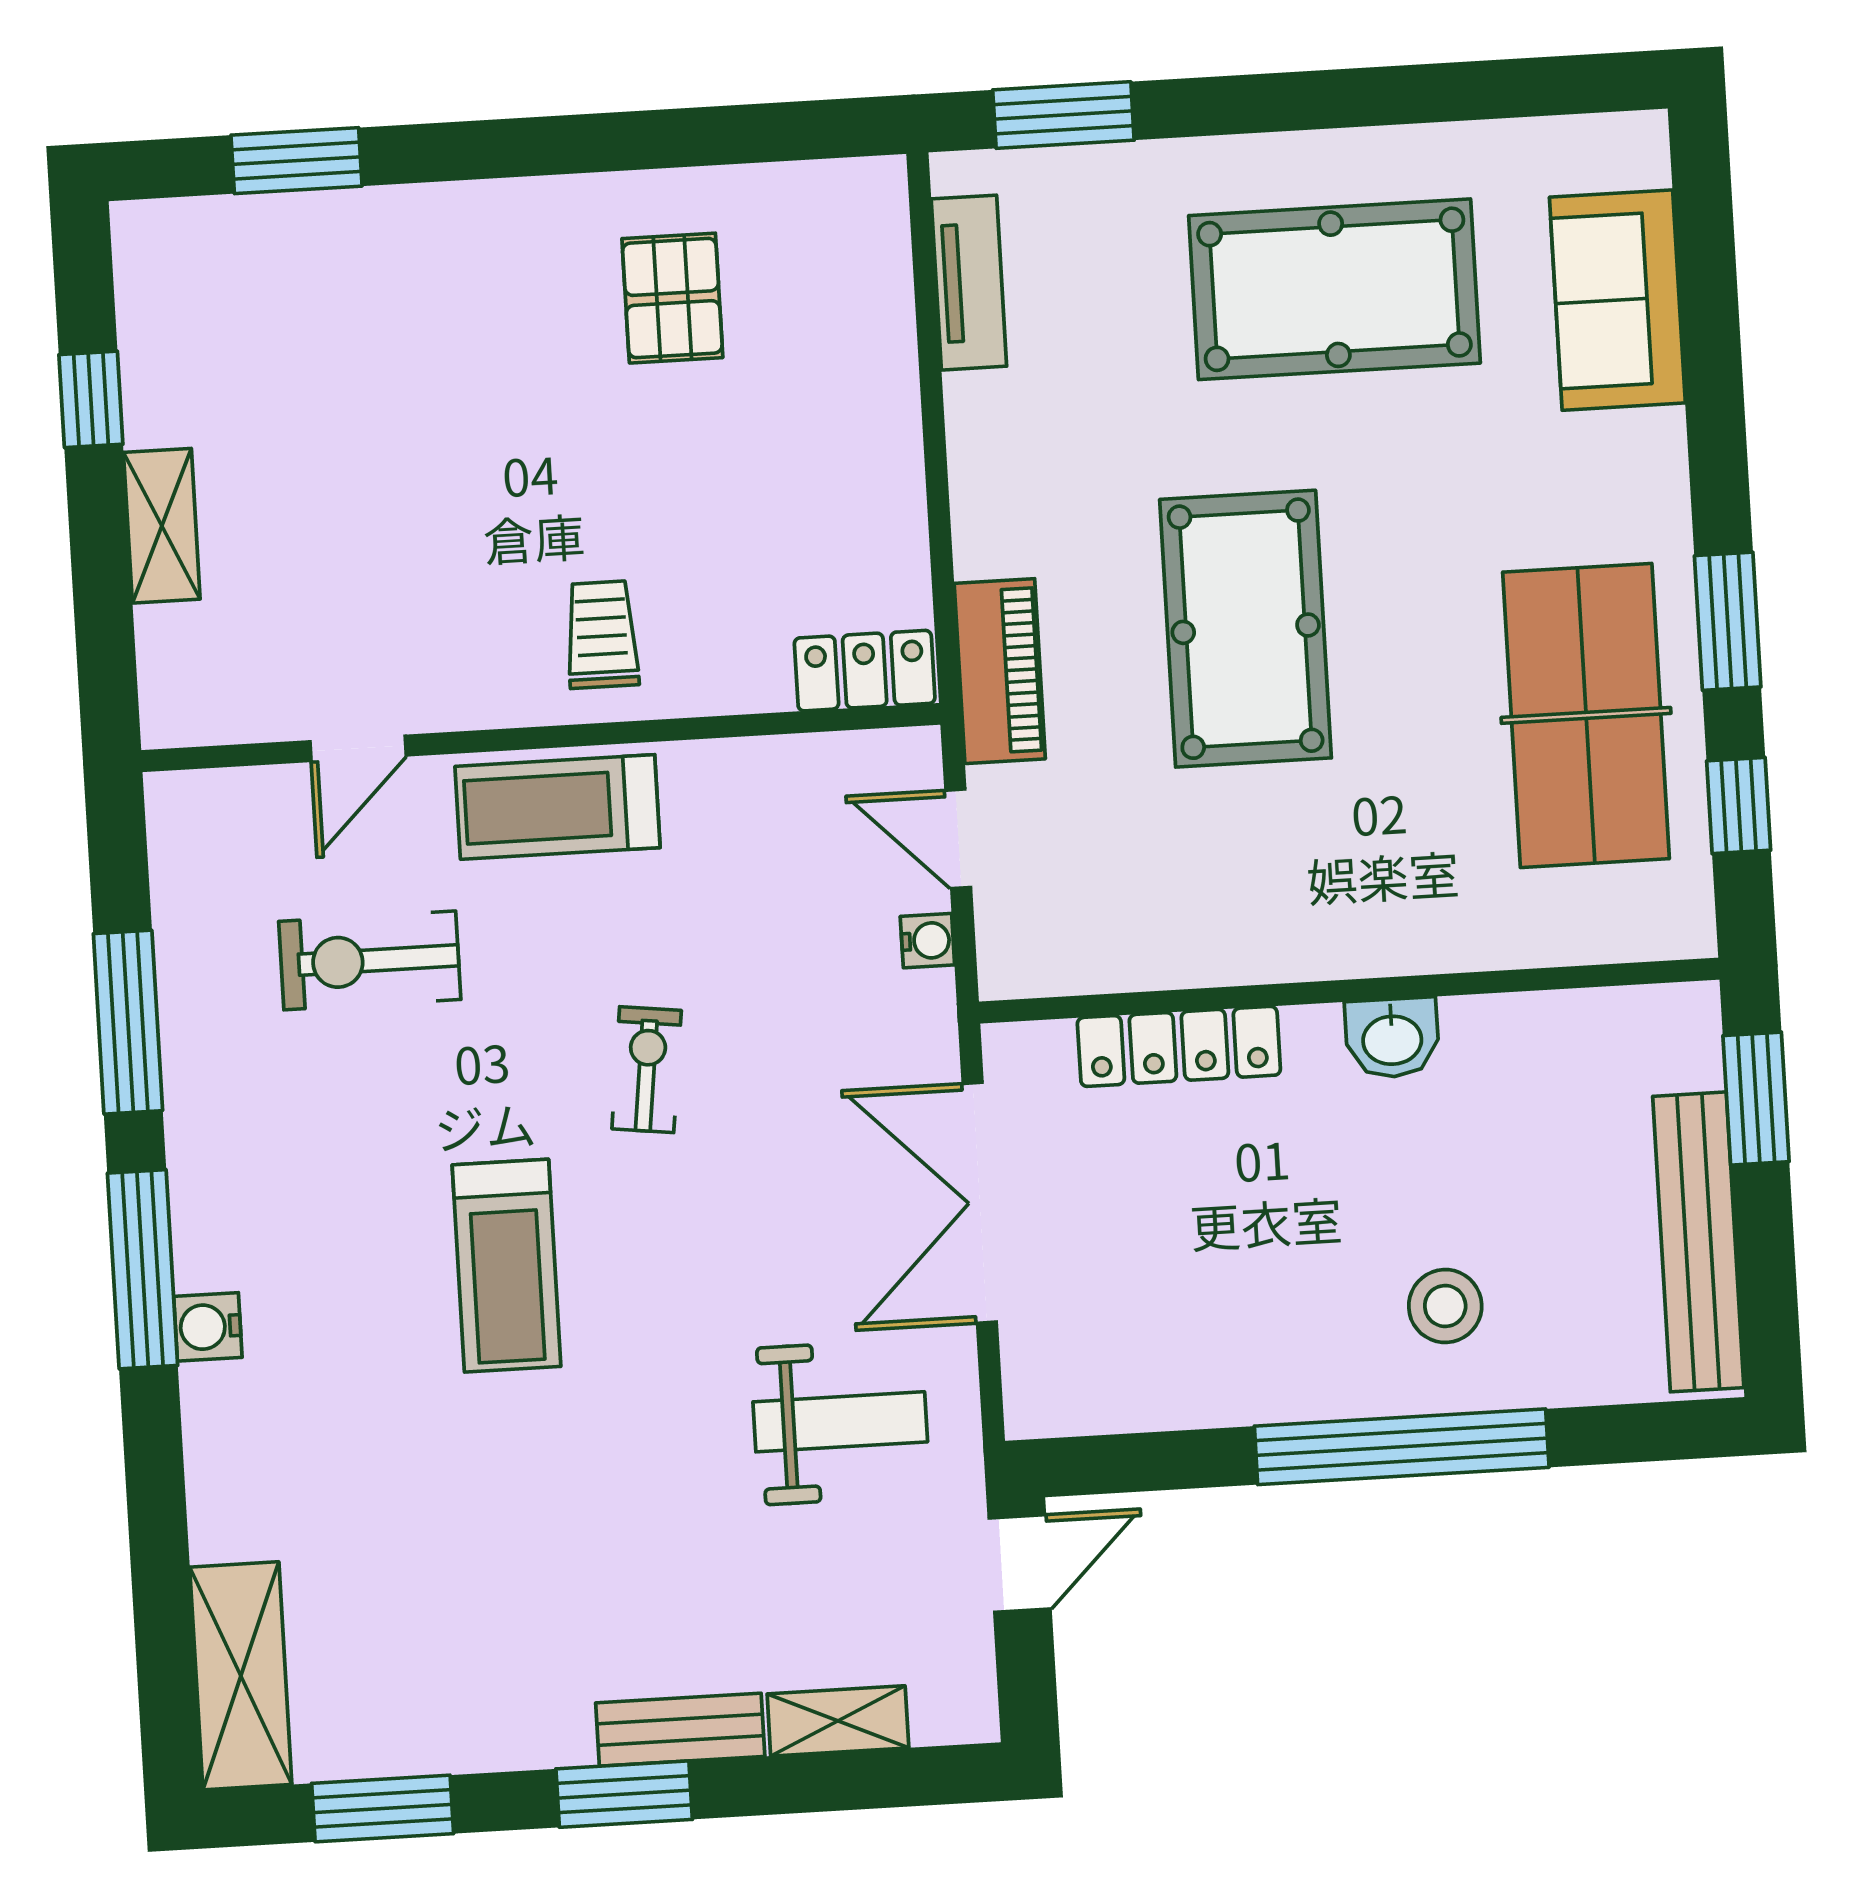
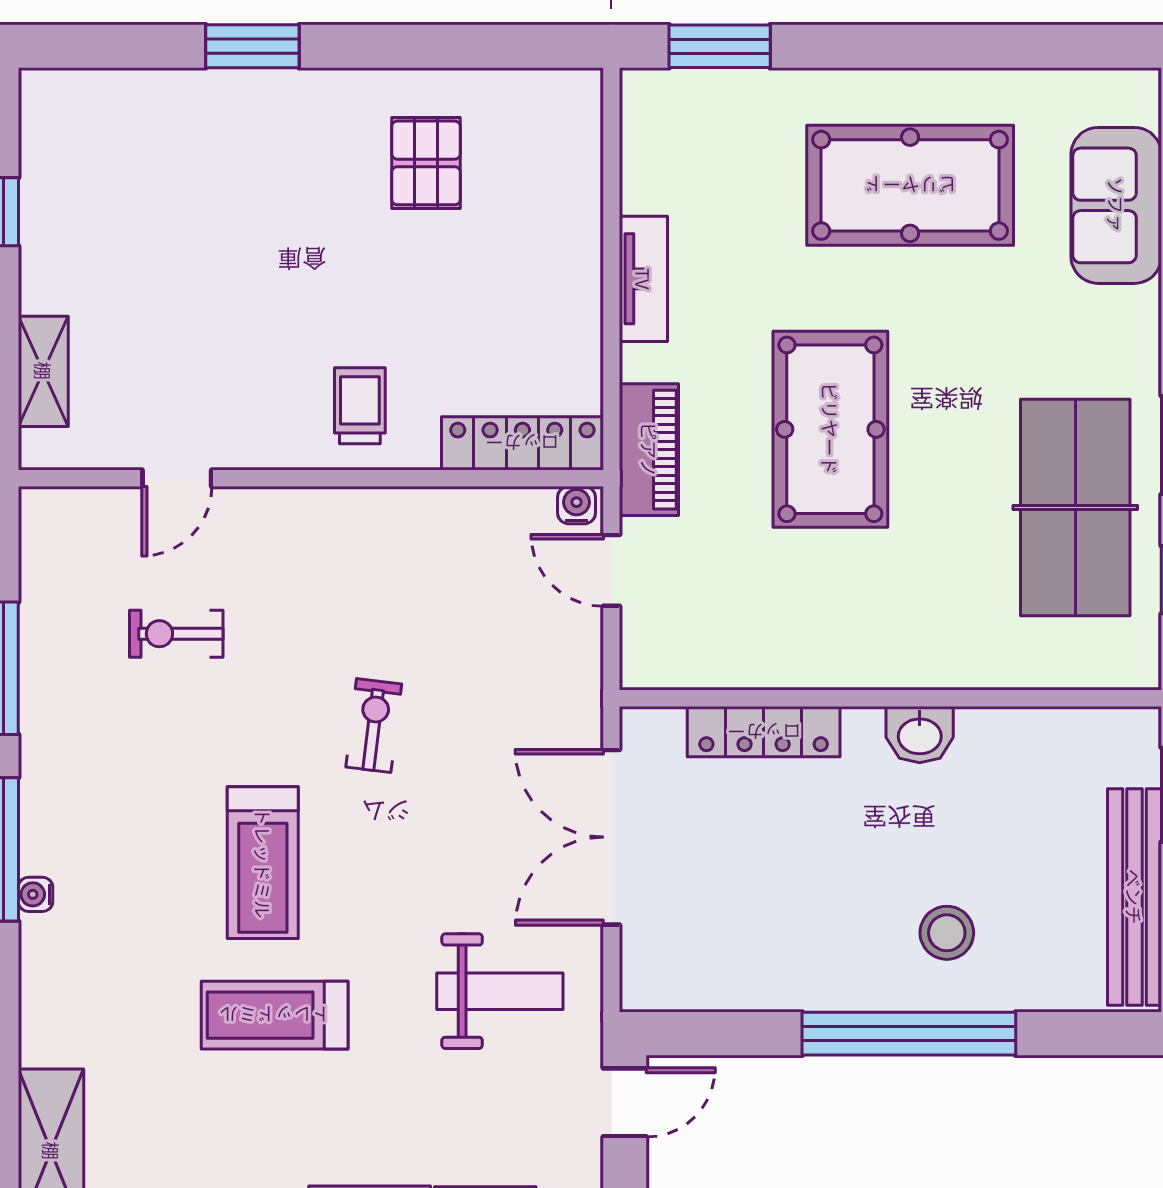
window: (296, 161) -> (252, 46), moved
tv unit: (969, 283) -> (643, 279), moved
shelving: (162, 526) -> (43, 371), moved
locker: (865, 671) -> (522, 443), width x1.53
treadmill: (558, 807) -> (275, 1015), moved
water cooler: (927, 941) -> (576, 505), moved, turned -90
exercise bike: (370, 960) -> (176, 634), width x0.73, depth x0.72
water cooler: (208, 1327) -> (35, 894), width x0.72, depth x0.72

